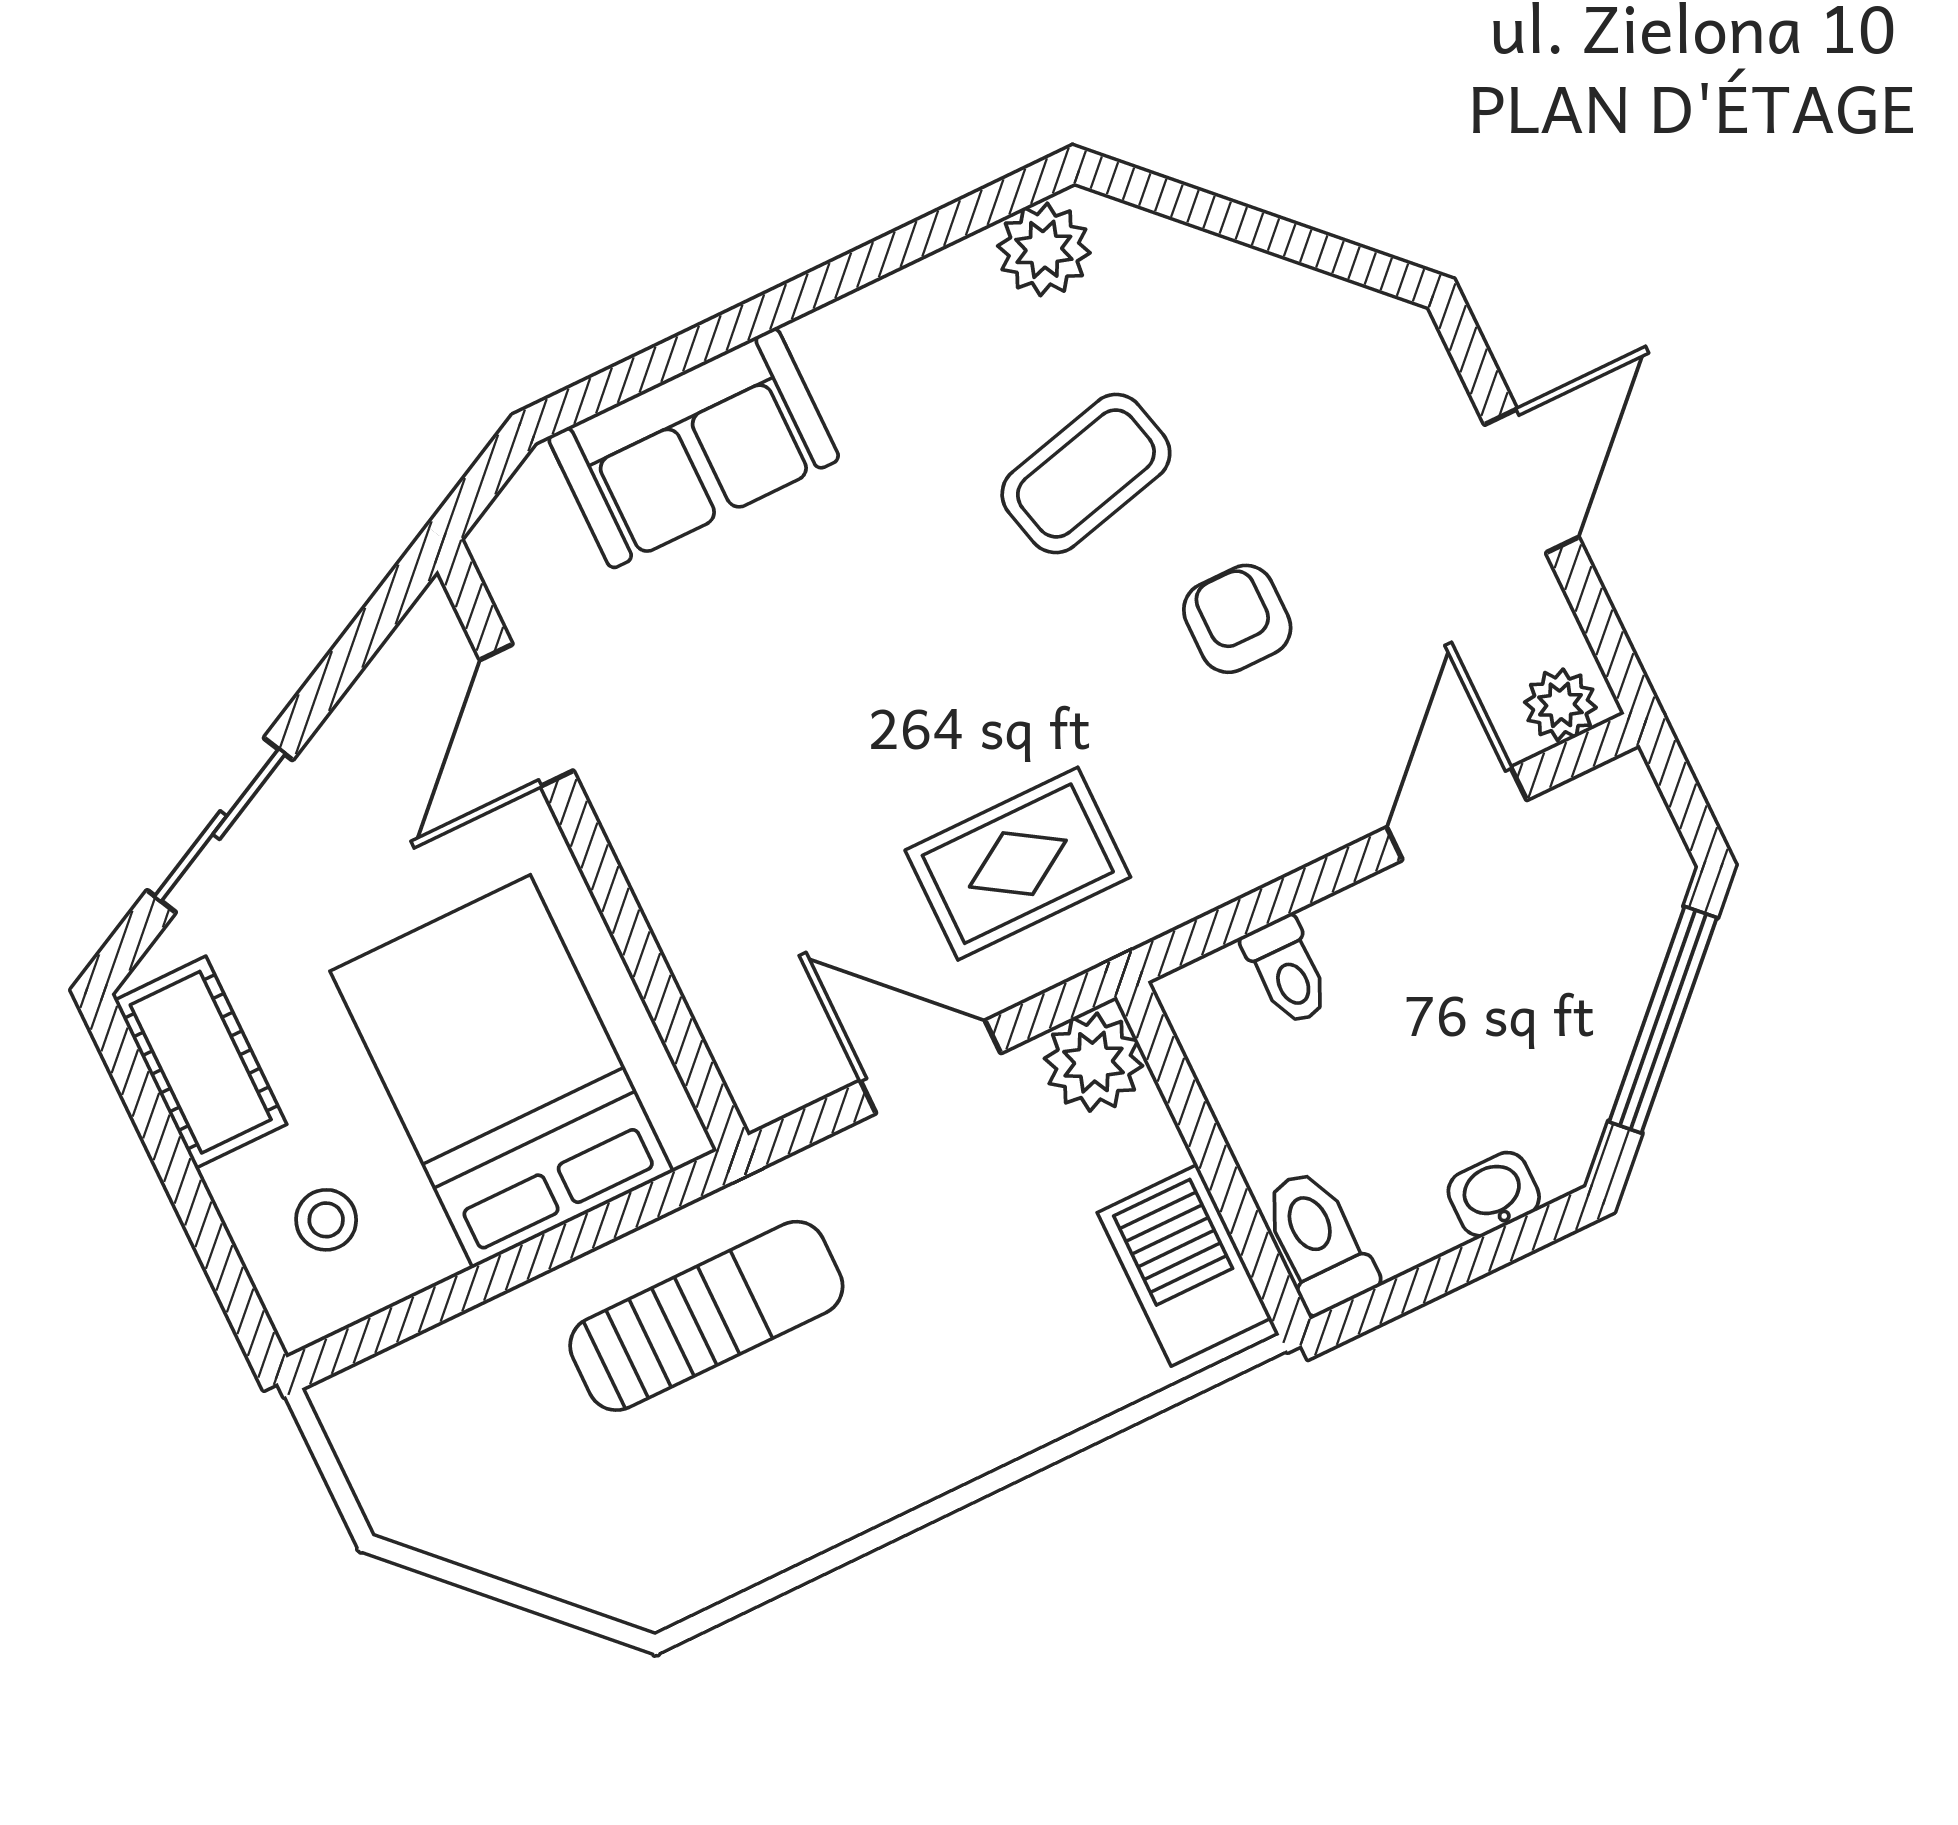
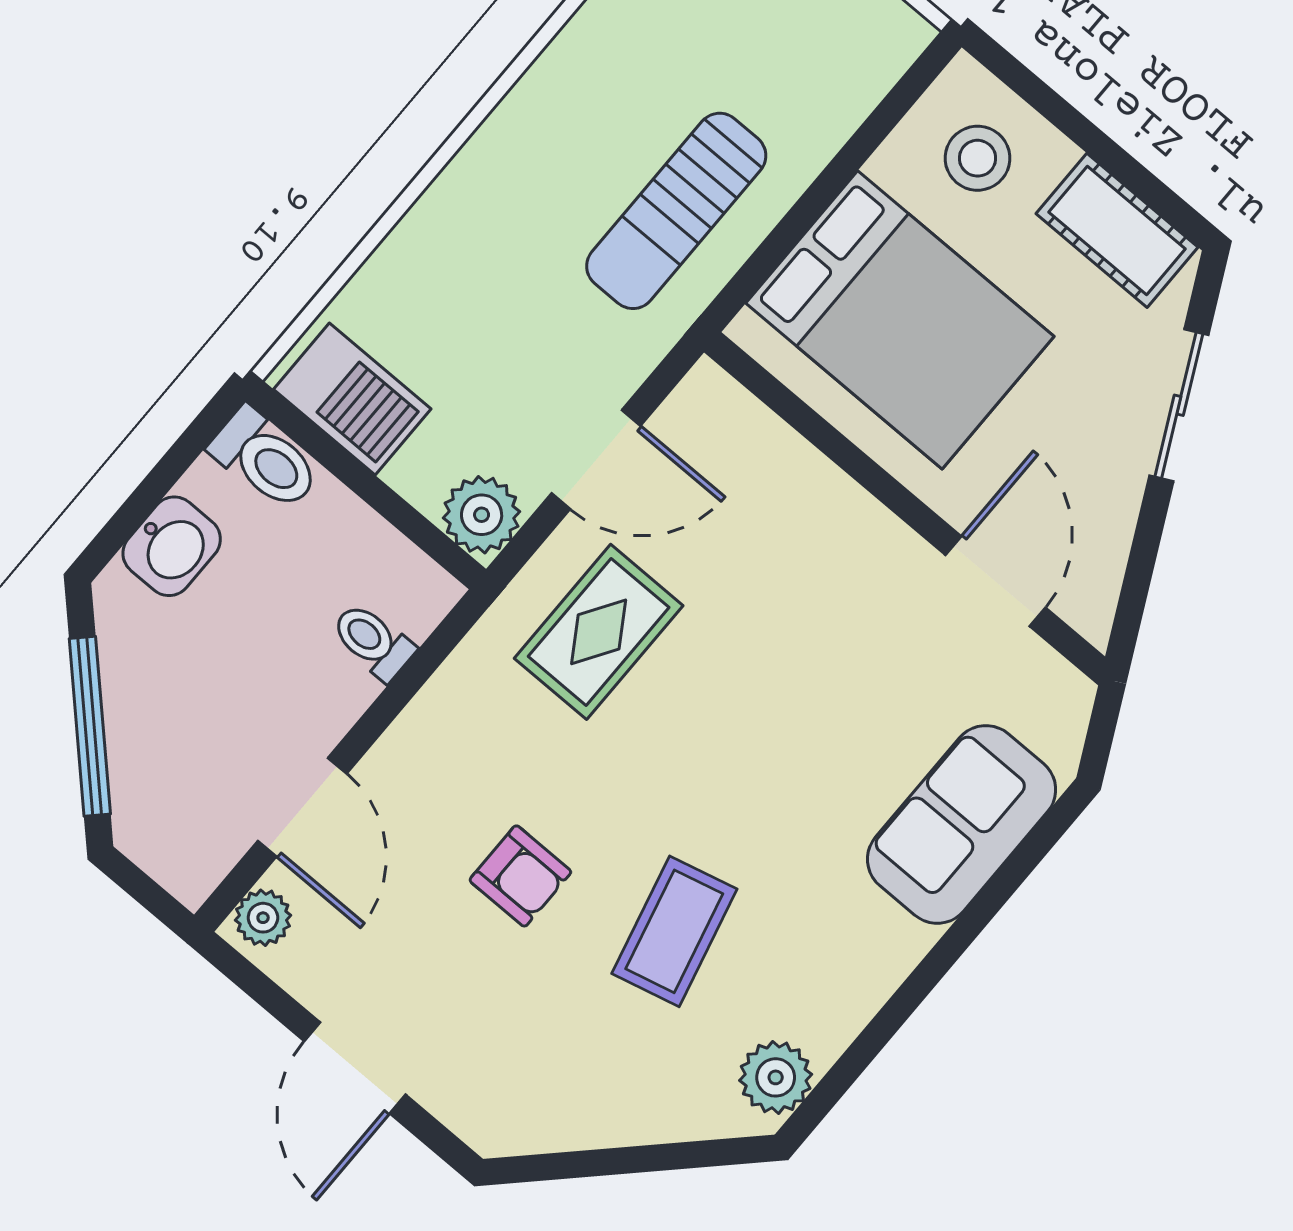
washbasin: (1494, 1194) -> (172, 546), width x1.38, depth x1.45
stool: (326, 1220) -> (977, 158), width x1.37, depth x1.37

